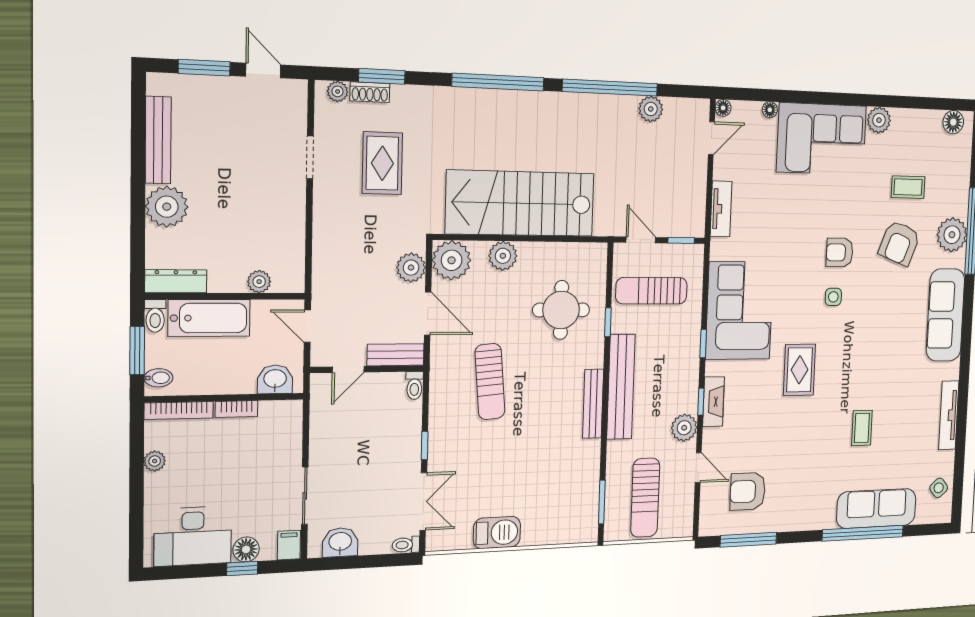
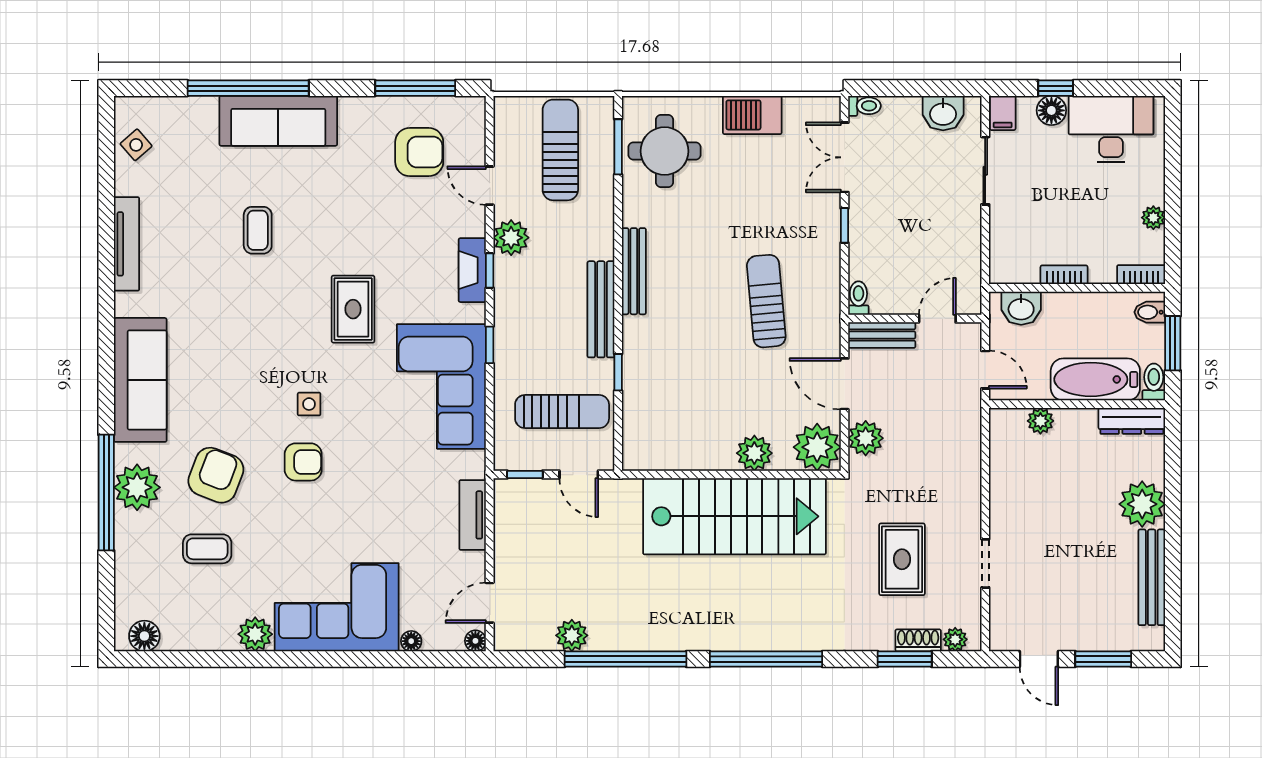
round table: (561, 310) -> (665, 151), moved
bench: (621, 387) -> (601, 309), width x0.73, depth x0.82
bookcase: (179, 410) -> (1141, 275), width x0.64
sofa: (876, 508) -> (278, 121), moved

